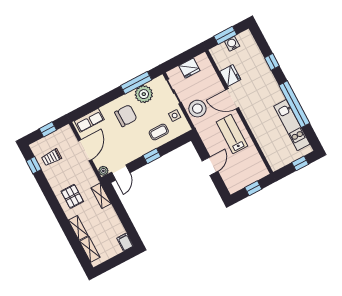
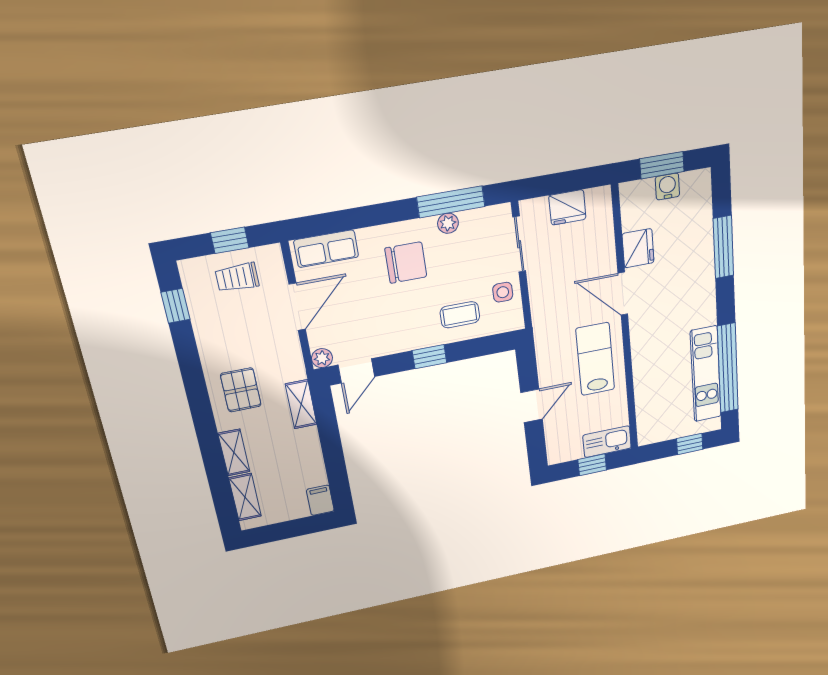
window: (272, 62) -> (723, 247), width x2.17
plant: (144, 94) -> (448, 223), width x0.53, depth x0.53
window: (294, 104) -> (728, 368), moved
stool: (197, 109) -> (551, 292), removed
trolley: (51, 157) -> (237, 277), moved
kitchen sink: (256, 174) -> (607, 442), added

